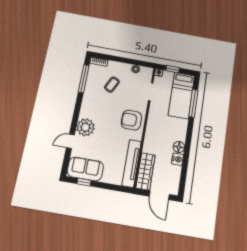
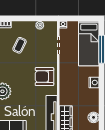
window: (173, 69) -> (76, 18), removed
floor lamp: (179, 147) -> (94, 117), moved
nightstand: (178, 159) -> (94, 83), moved

